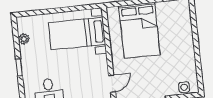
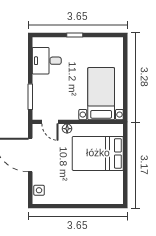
plant: (24, 39) -> (101, 42), removed
floor lamp: (117, 65) -> (67, 129), added

